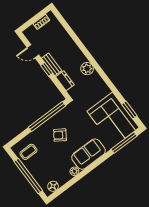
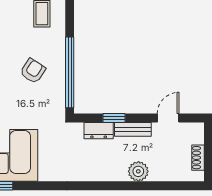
window: (47, 69) -> (114, 118), moved
plant: (87, 69) -> (138, 171), moved

